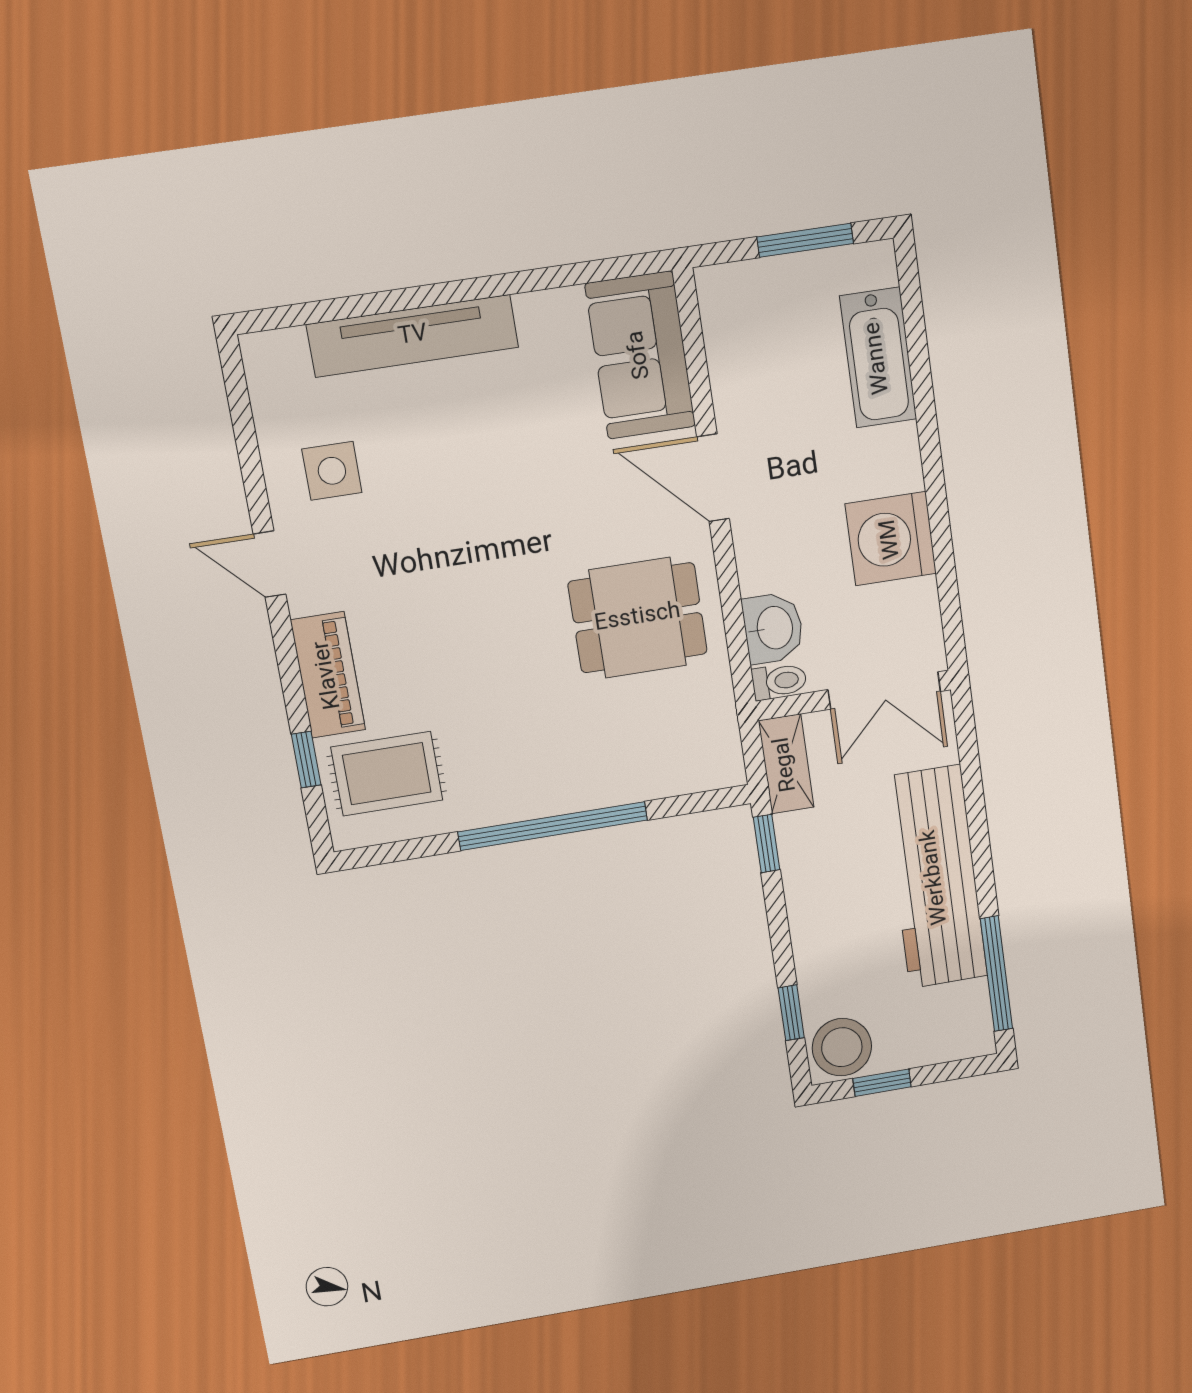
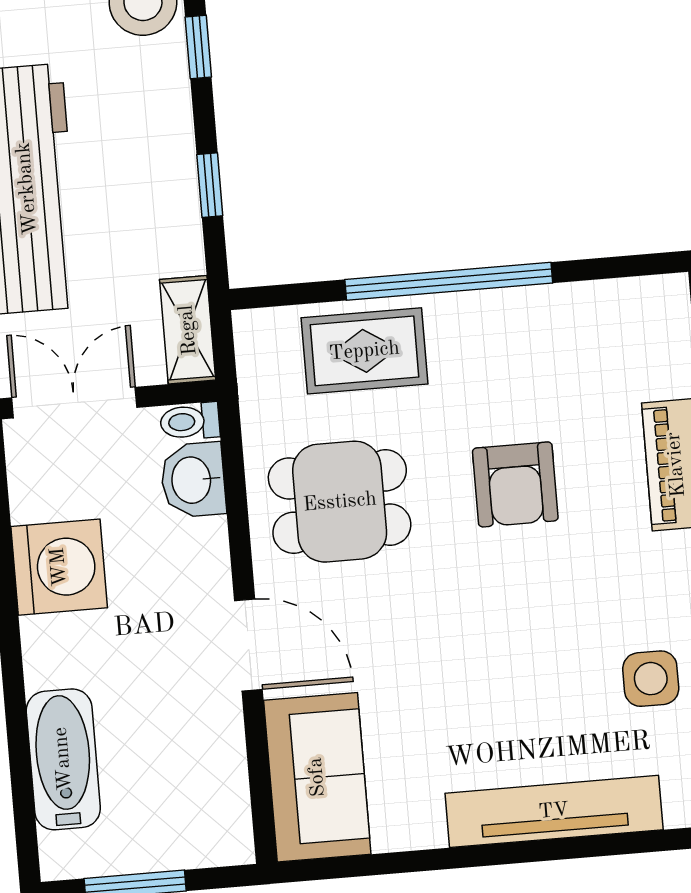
armchair: (476, 645) -> (515, 484), added
rug: (387, 774) -> (364, 351), moved
window: (766, 844) -> (210, 185), moved

